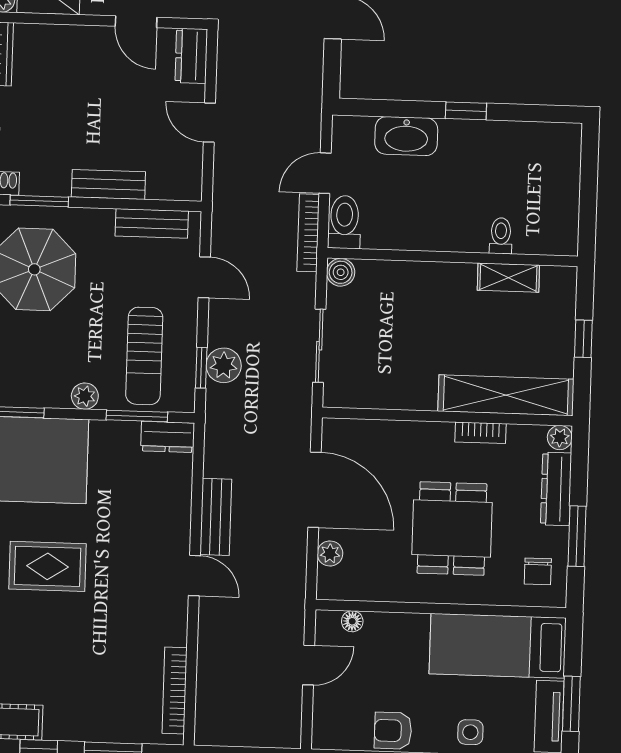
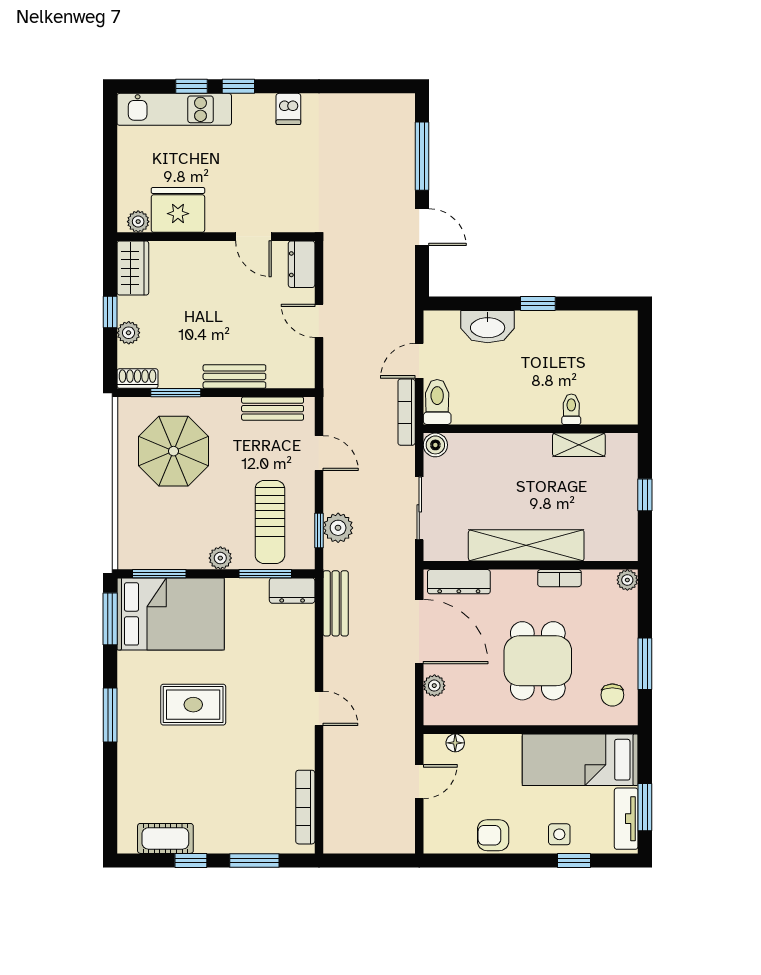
shelving: (506, 395) -> (526, 545), moved
dresser: (556, 489) -> (459, 582), moved, turned -90
bench: (216, 517) -> (336, 603), moved

